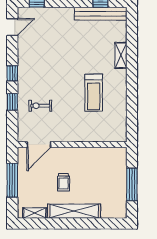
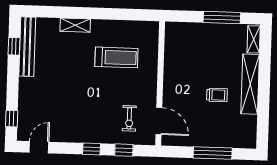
door: (12, 27) -> (39, 147), hinge flipped
door: (39, 145) -> (159, 121), moved
wall: (72, 145) -> (160, 83), moved
shelving: (35, 213) -> (254, 39), moved

